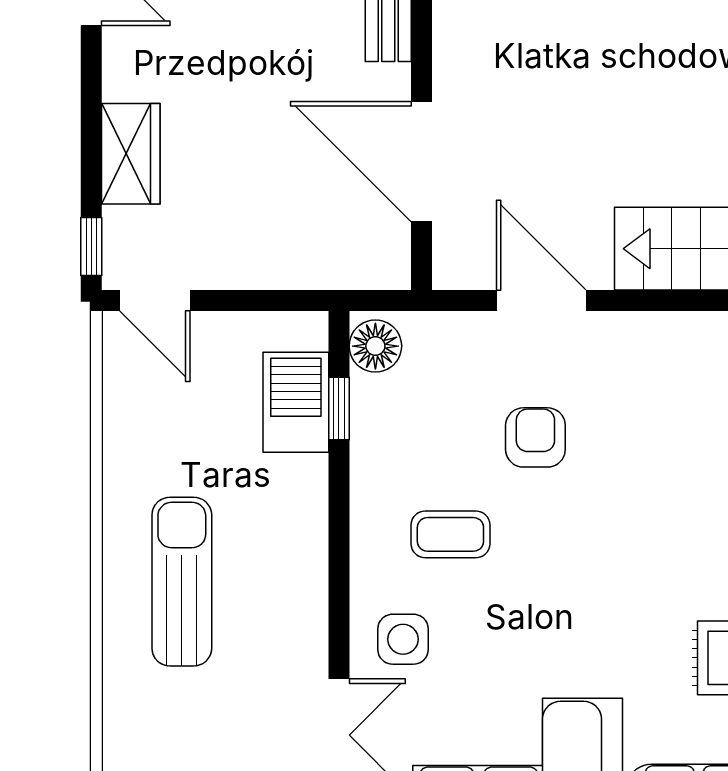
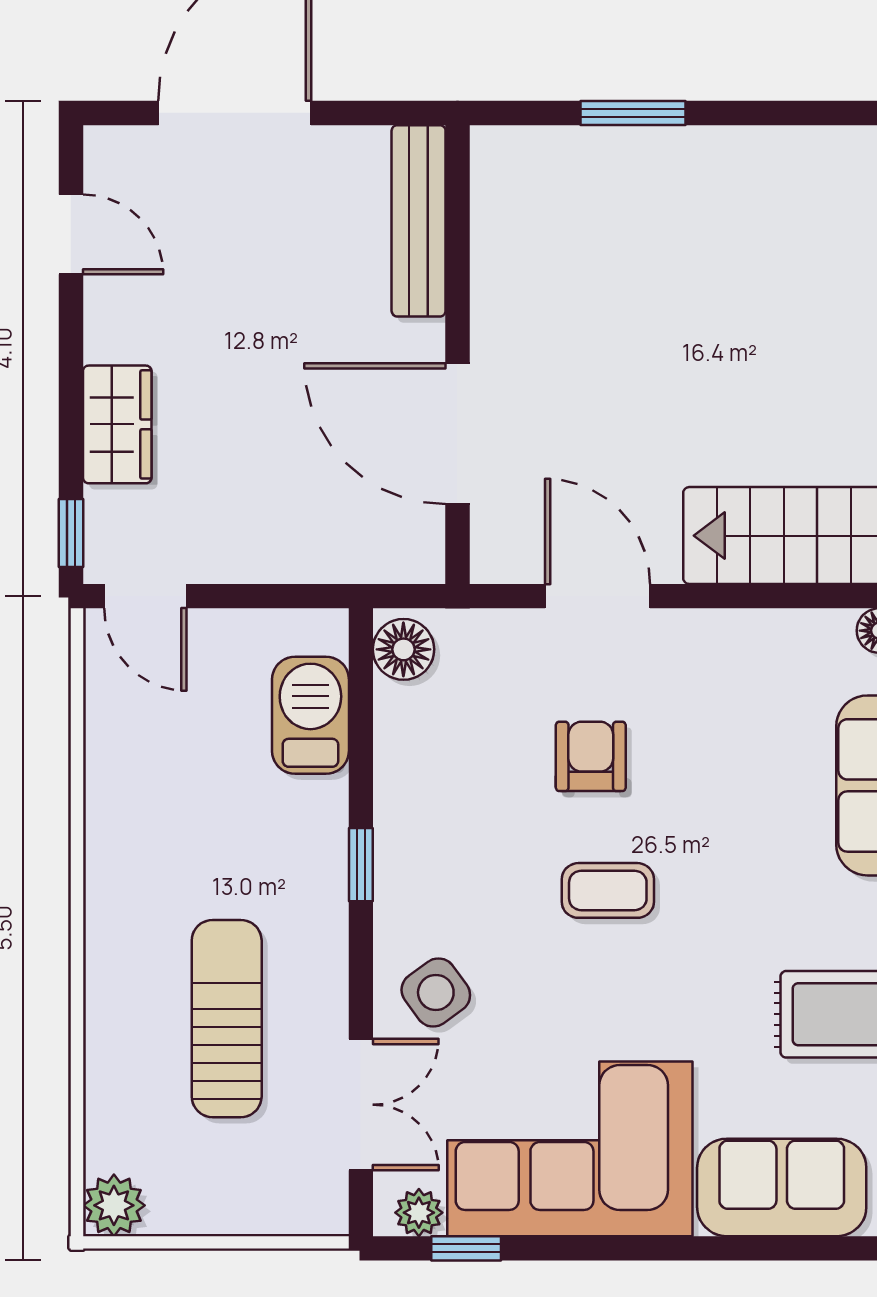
window: (339, 409) -> (361, 865), moved
coffee table: (450, 534) -> (608, 890), moved
sun lounger: (182, 582) -> (227, 1019), moved
side table: (403, 639) -> (436, 992), turned -36

